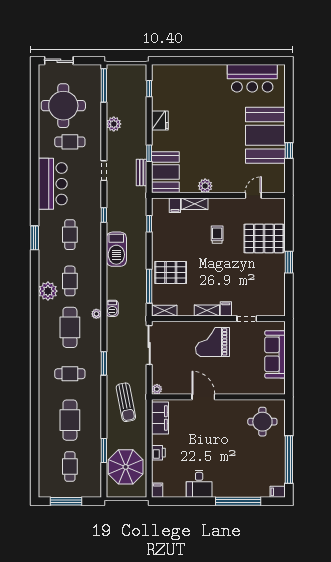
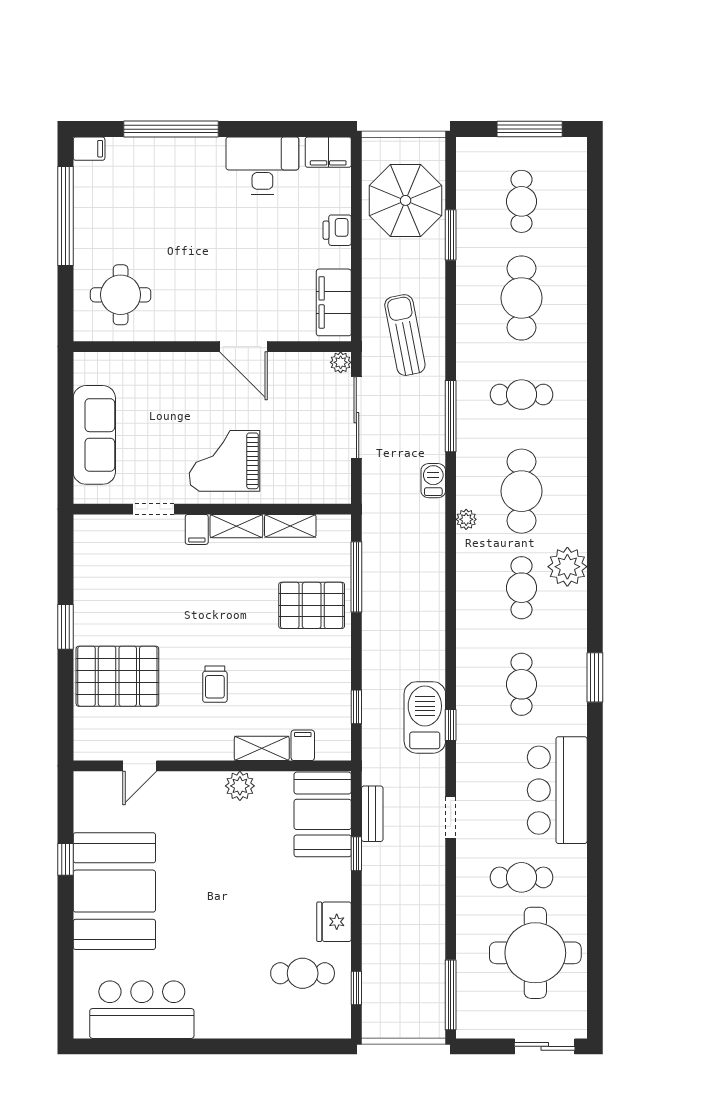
cafe table: (175, 96) -> (303, 973), added
plant: (114, 124) -> (430, 915), removed
barbecue: (116, 249) -> (425, 717), moved
barbecue: (112, 308) -> (433, 481), moved
shelving: (164, 311) -> (290, 526), moved
grand piano: (213, 342) -> (224, 461), turned 180
sliding door: (149, 345) -> (356, 418), moved
window: (104, 363) -> (451, 416), width x1.44
desk: (199, 484) -> (262, 165), width x1.37
filing cabinet: (157, 490) -> (328, 152), width x2.00

